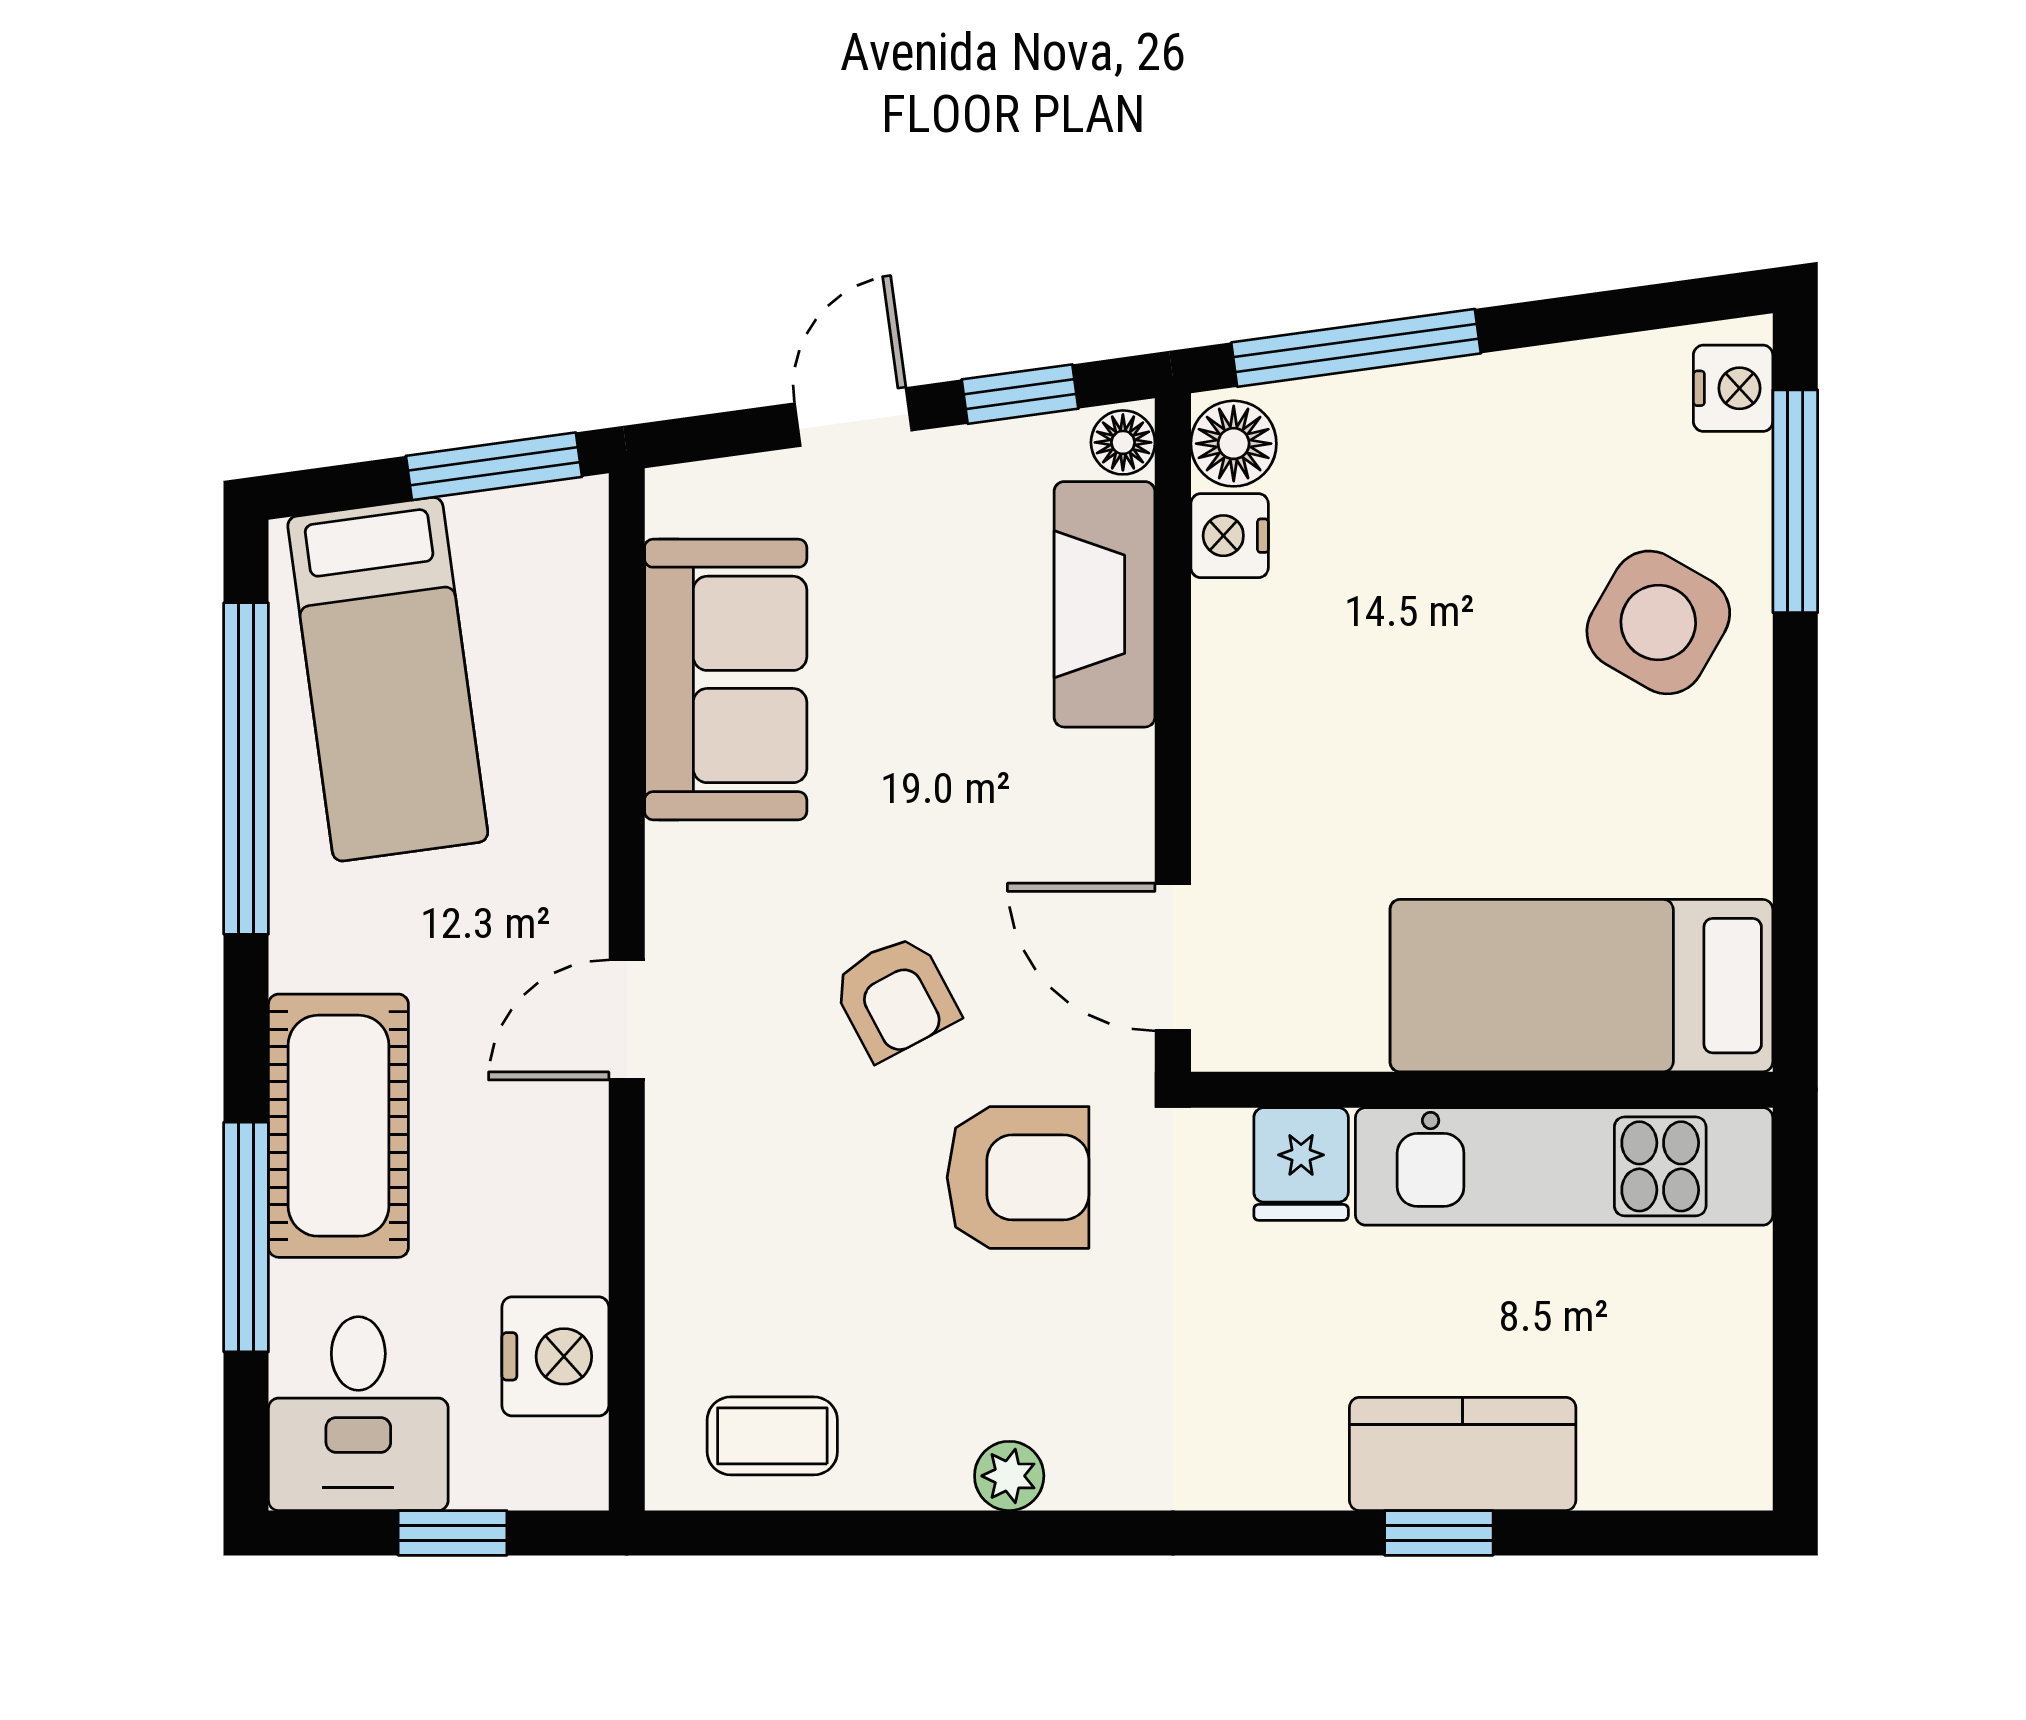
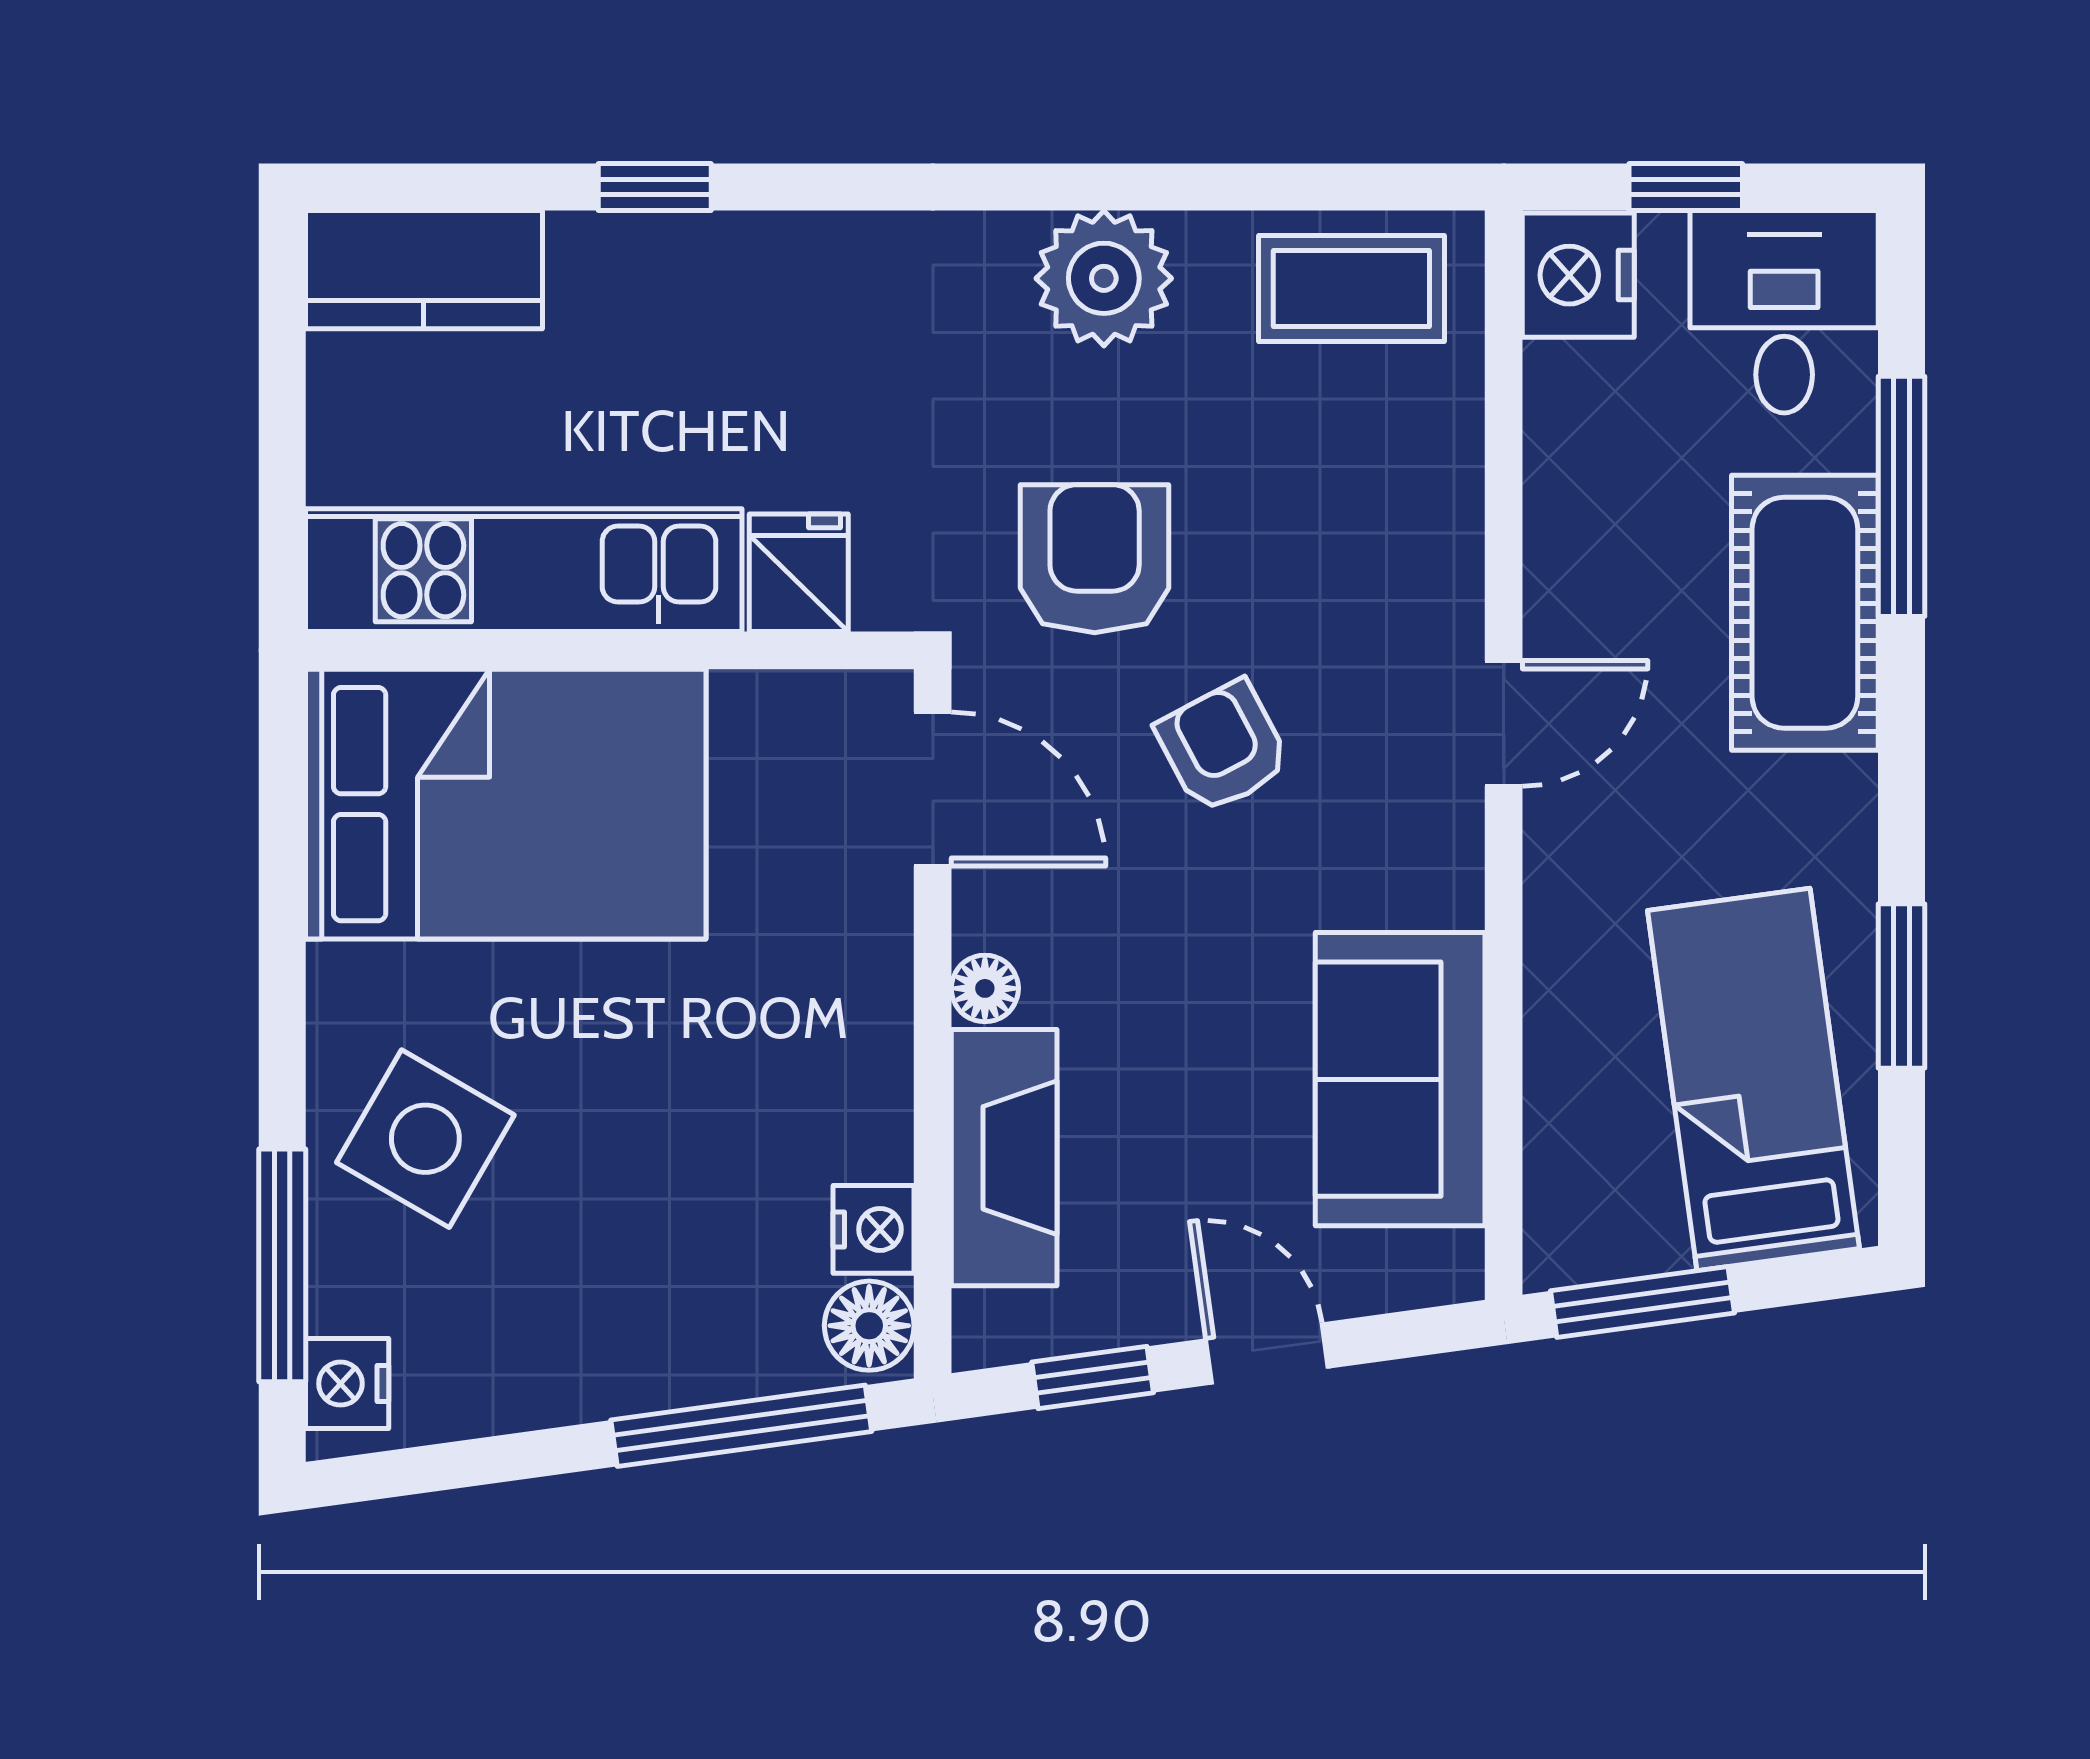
door: (853, 417) -> (1267, 1354), swing flipped
floor lamp: (1123, 442) -> (985, 988), moved
window: (246, 769) -> (1901, 986), width x0.47
bed: (1581, 986) -> (506, 804), width x1.50
armchair: (1018, 1177) -> (1095, 559), turned 90
nightstand: (555, 1356) -> (1578, 275), moved
coffee table: (772, 1436) -> (1351, 289), width x1.36, depth x1.30
kitchen counter: (1463, 1454) -> (424, 270), moved
plant: (1009, 1476) -> (1104, 278), width x1.87, depth x1.87

